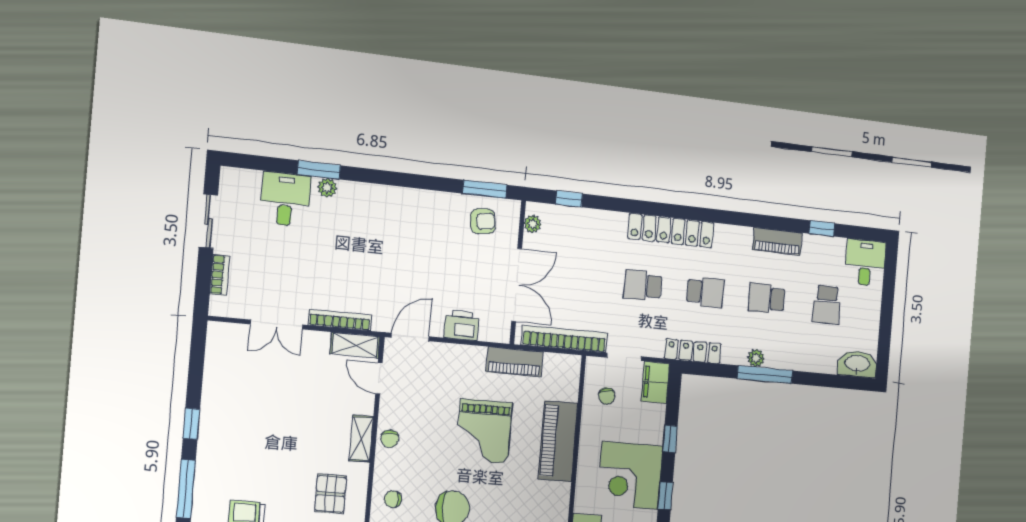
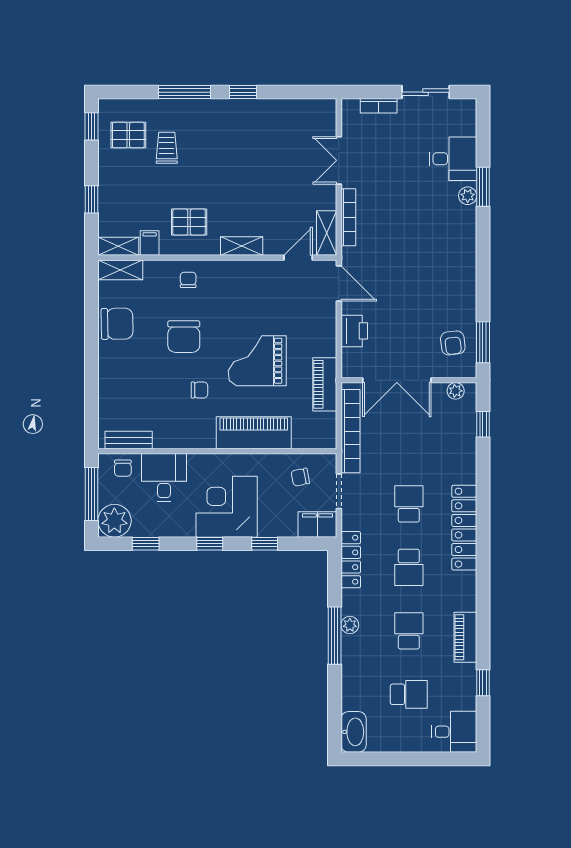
school desk: (827, 305) -> (409, 694), turned 180
chair: (390, 439) -> (199, 390), moved, turned 180

